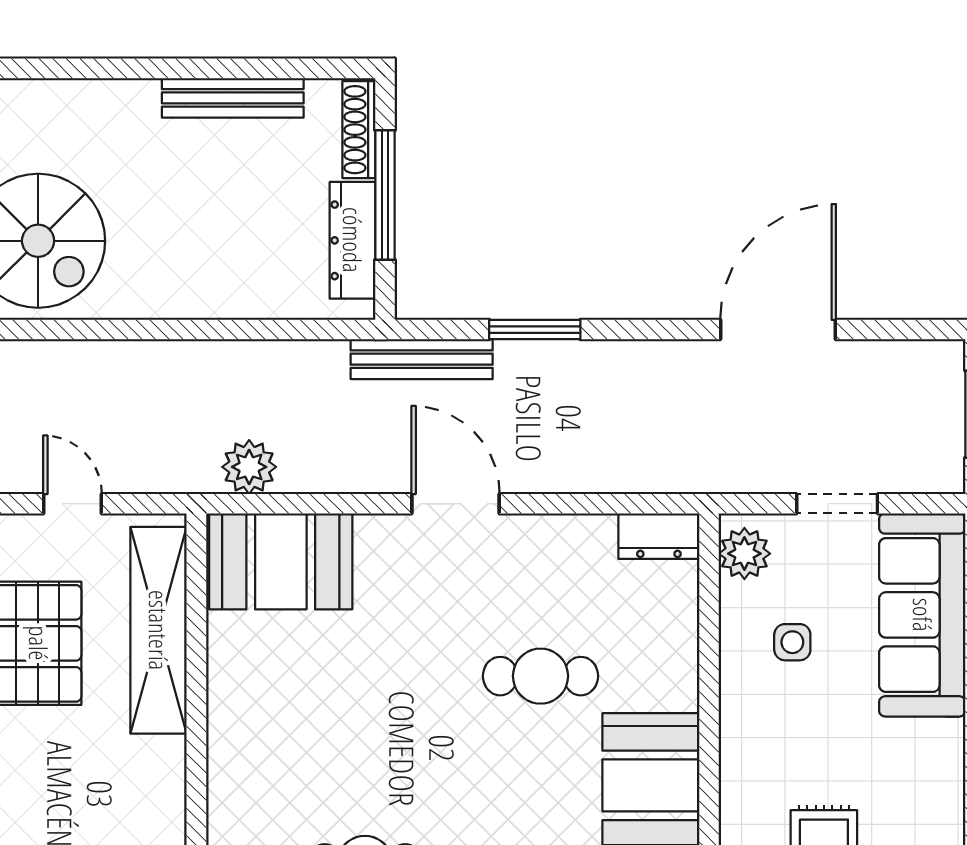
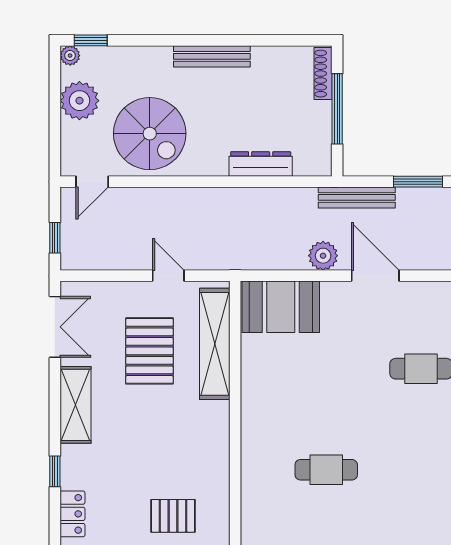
bench: (233, 98) -> (212, 56), moved
dresser: (352, 240) -> (261, 164), moved, turned 90
plant: (249, 467) -> (323, 256), moved

